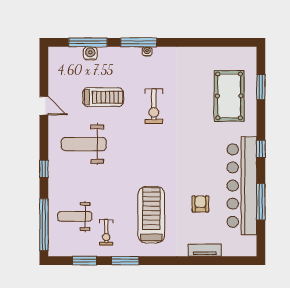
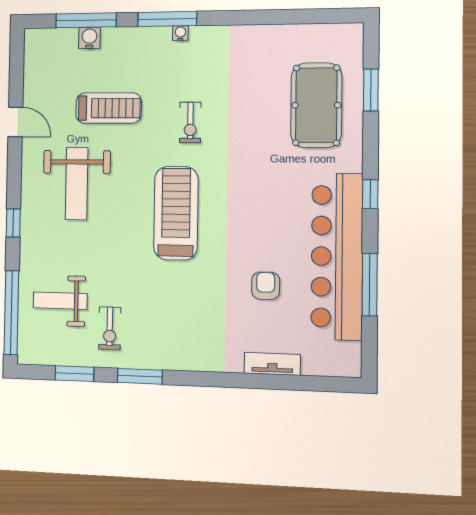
exercise bike: (154, 106) -> (190, 122), width x0.73, depth x0.72
weight bench: (84, 144) -> (77, 184), turned -90
treadmill: (151, 215) -> (176, 213), moved

